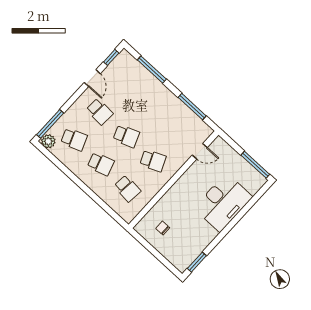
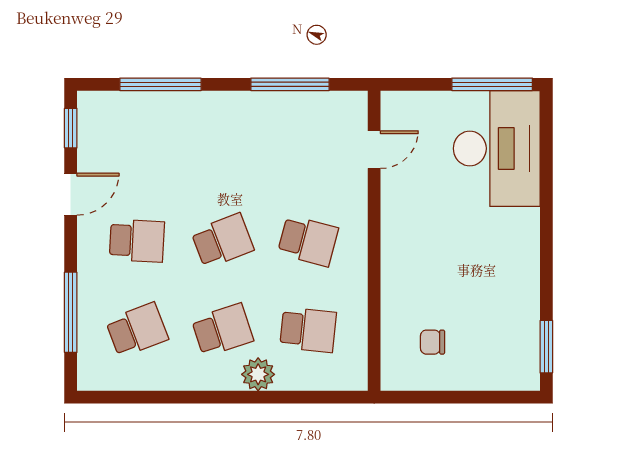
door: (92, 78) -> (71, 194), hinge flipped
window: (50, 124) -> (71, 312), moved
plant: (48, 141) -> (258, 374), moved
school desk: (153, 161) -> (308, 241), turned 39
desk: (223, 203) -> (497, 148), moved

